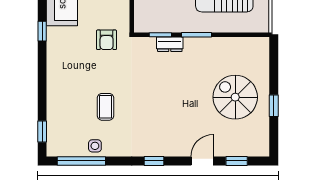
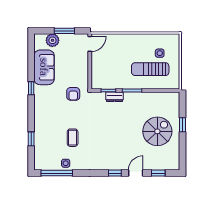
spiral stairs: (235, 97) -> (157, 131), turned 90
window: (274, 106) -> (182, 125), moved
window: (42, 131) -> (31, 139), moved
window: (154, 161) -> (115, 173), moved

